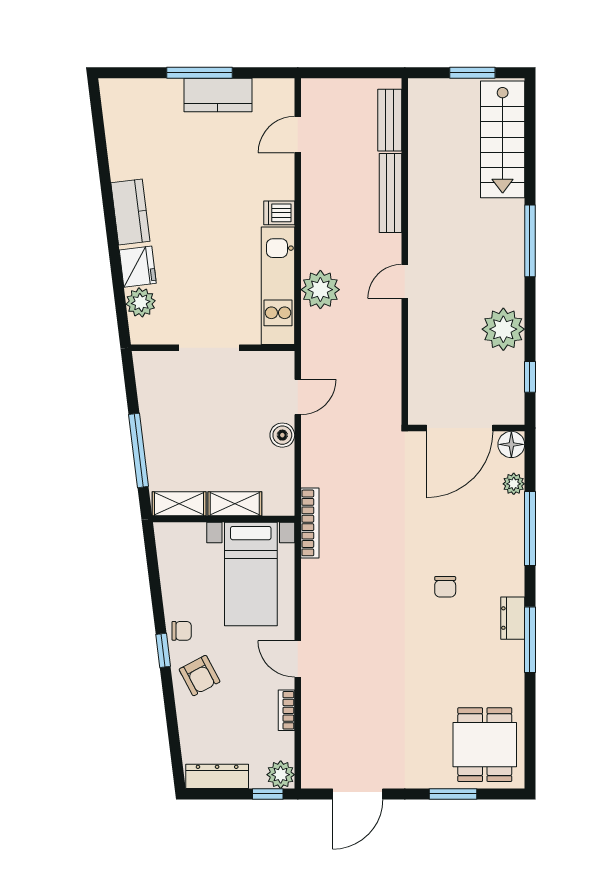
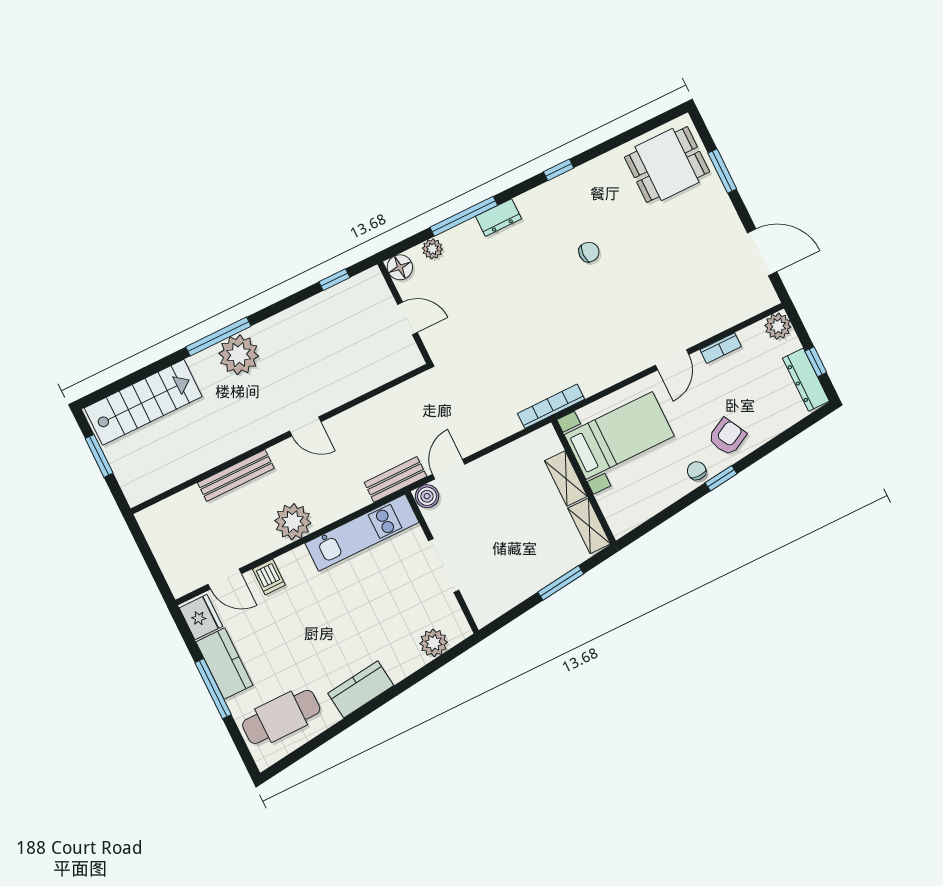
bench: (390, 120) -> (395, 479), moved
cafe table: (141, 124) -> (281, 717), added
dishwasher: (279, 213) -> (269, 577), moved
fridge: (138, 267) -> (201, 617), moved, turned 97
plant: (320, 290) -> (293, 522), moved
plant: (503, 329) -> (239, 355), moved
door: (298, 397) -> (449, 469), hinge flipped
door: (460, 428) -> (407, 318), width x0.53
boiler: (282, 435) -> (427, 496), moved
window: (139, 450) -> (561, 583), width x0.69
chair: (445, 587) -> (589, 252), moved
dresser: (513, 618) -> (498, 218), moved
window: (530, 640) -> (559, 170), width x0.46
window: (268, 794) -> (816, 362), moved

